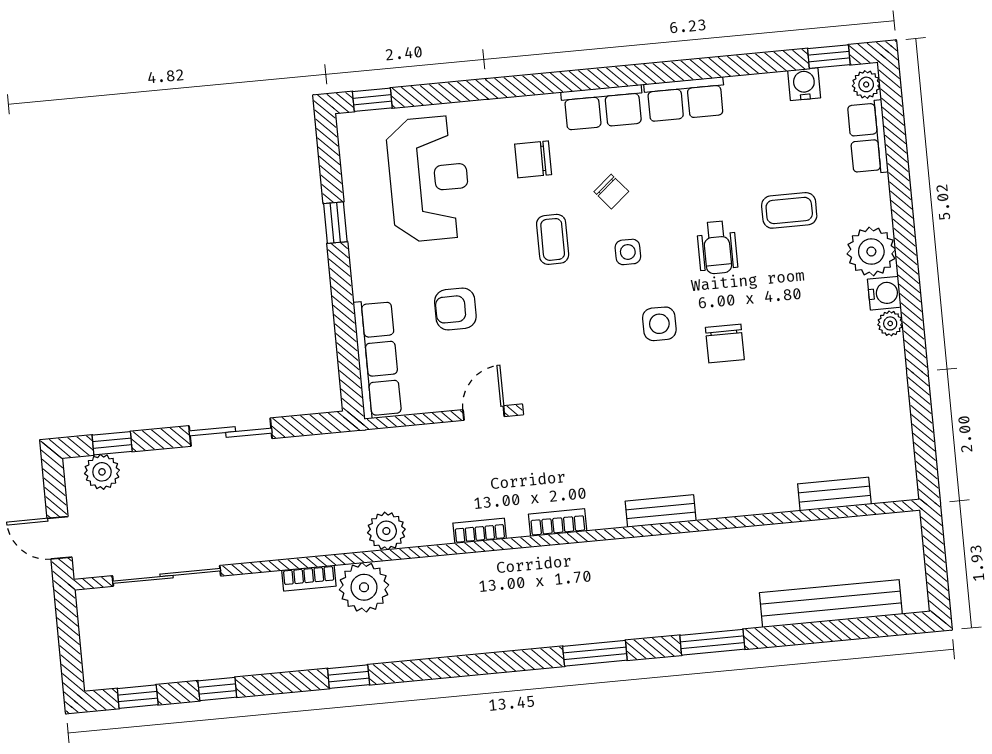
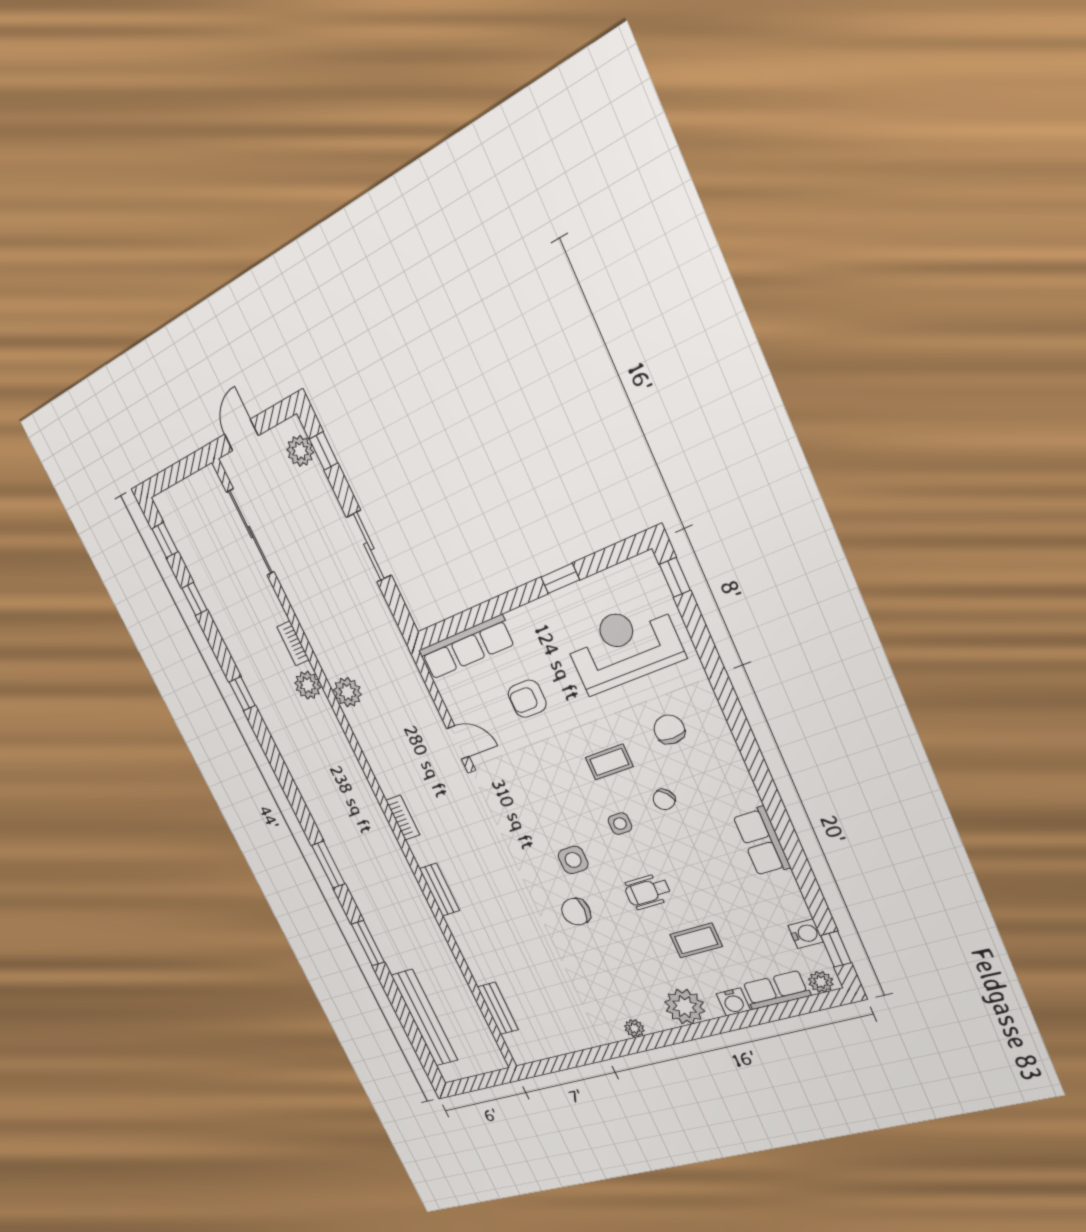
row of seats: (603, 107) -> (733, 776), removed
reception desk: (429, 179) -> (624, 647), turned 180
coffee table: (789, 210) -> (696, 940), turned 90
water cooler: (884, 293) -> (733, 1002), moved
armchair: (455, 309) -> (527, 699), turned -90
bookcase: (480, 531) -> (375, 762), removed
plant: (364, 587) -> (308, 685), width x0.73, depth x0.73

